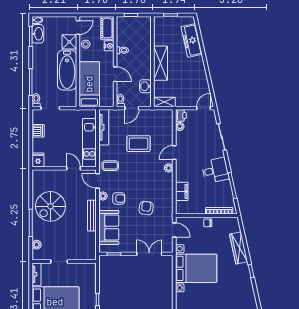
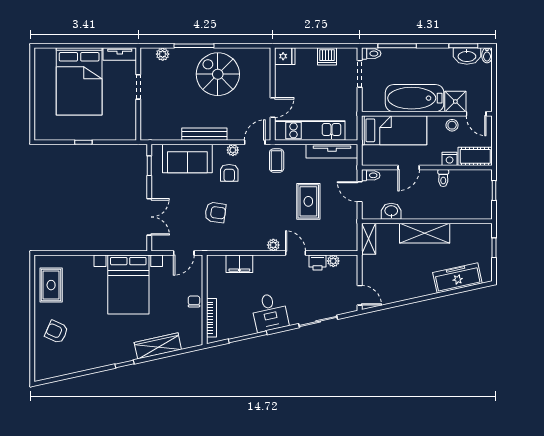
printer: (181, 116) -> (318, 263), moved

